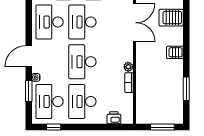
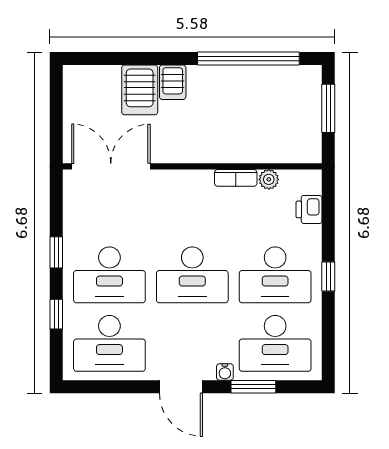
server rack: (171, 18) -> (140, 90), moved
plant: (128, 67) -> (269, 179), moved
window: (186, 89) -> (248, 58), width x2.11
window: (54, 127) -> (328, 277), moved

